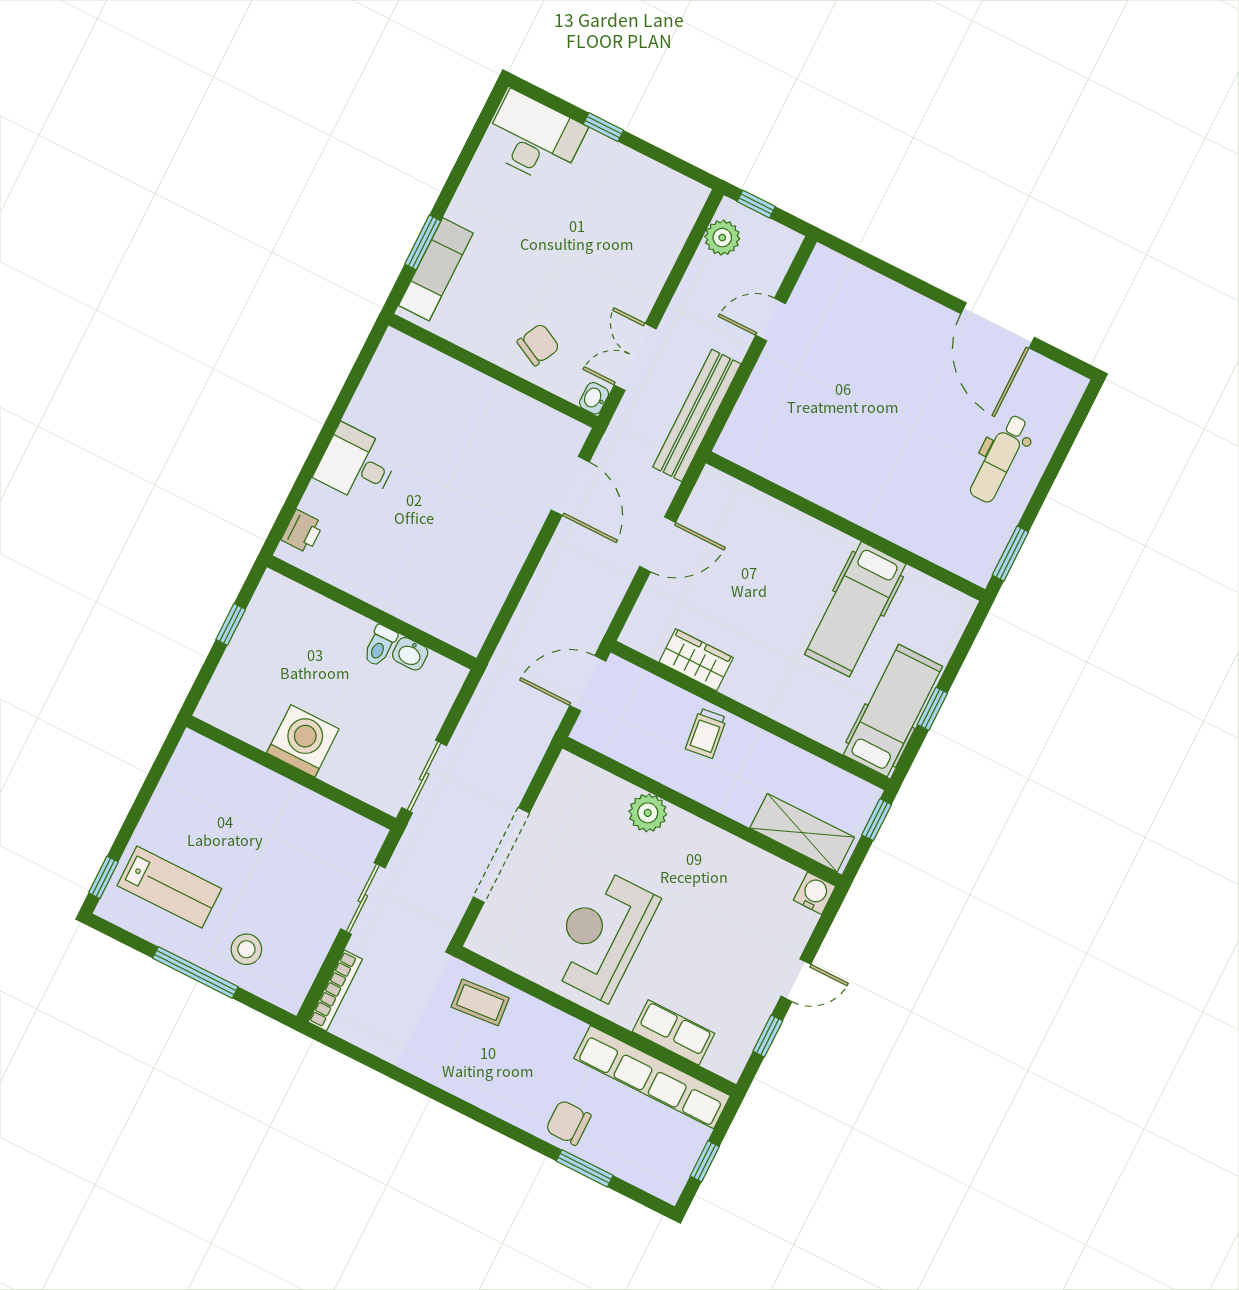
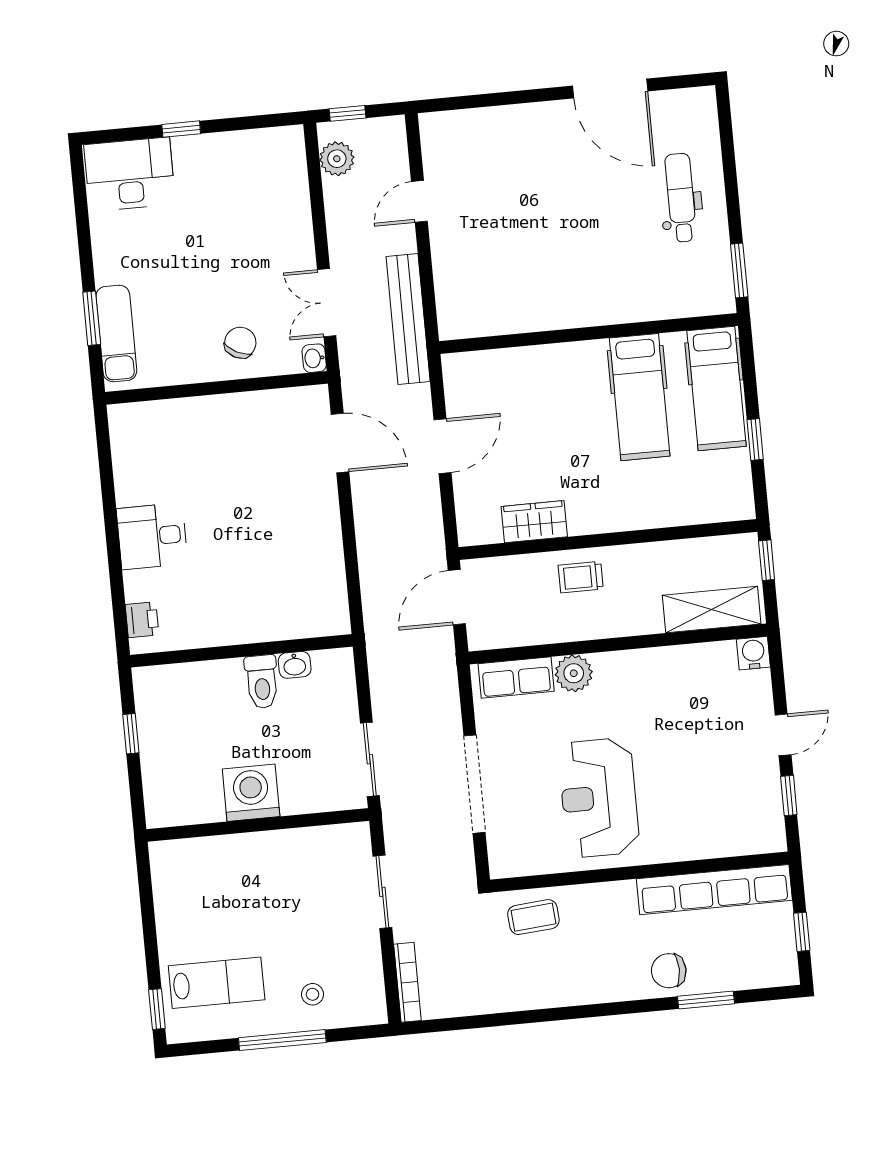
dental chair: (999, 459) -> (681, 198), turned 180
toilet: (380, 646) -> (262, 682), width x1.37, depth x1.39
hospital bed: (893, 711) -> (717, 388), moved, turned 180
trolley: (706, 733) -> (581, 577), turned 97
stool: (246, 949) -> (312, 994), width x0.73, depth x0.73
row of seats: (673, 1032) -> (516, 677), moved, turned 180

